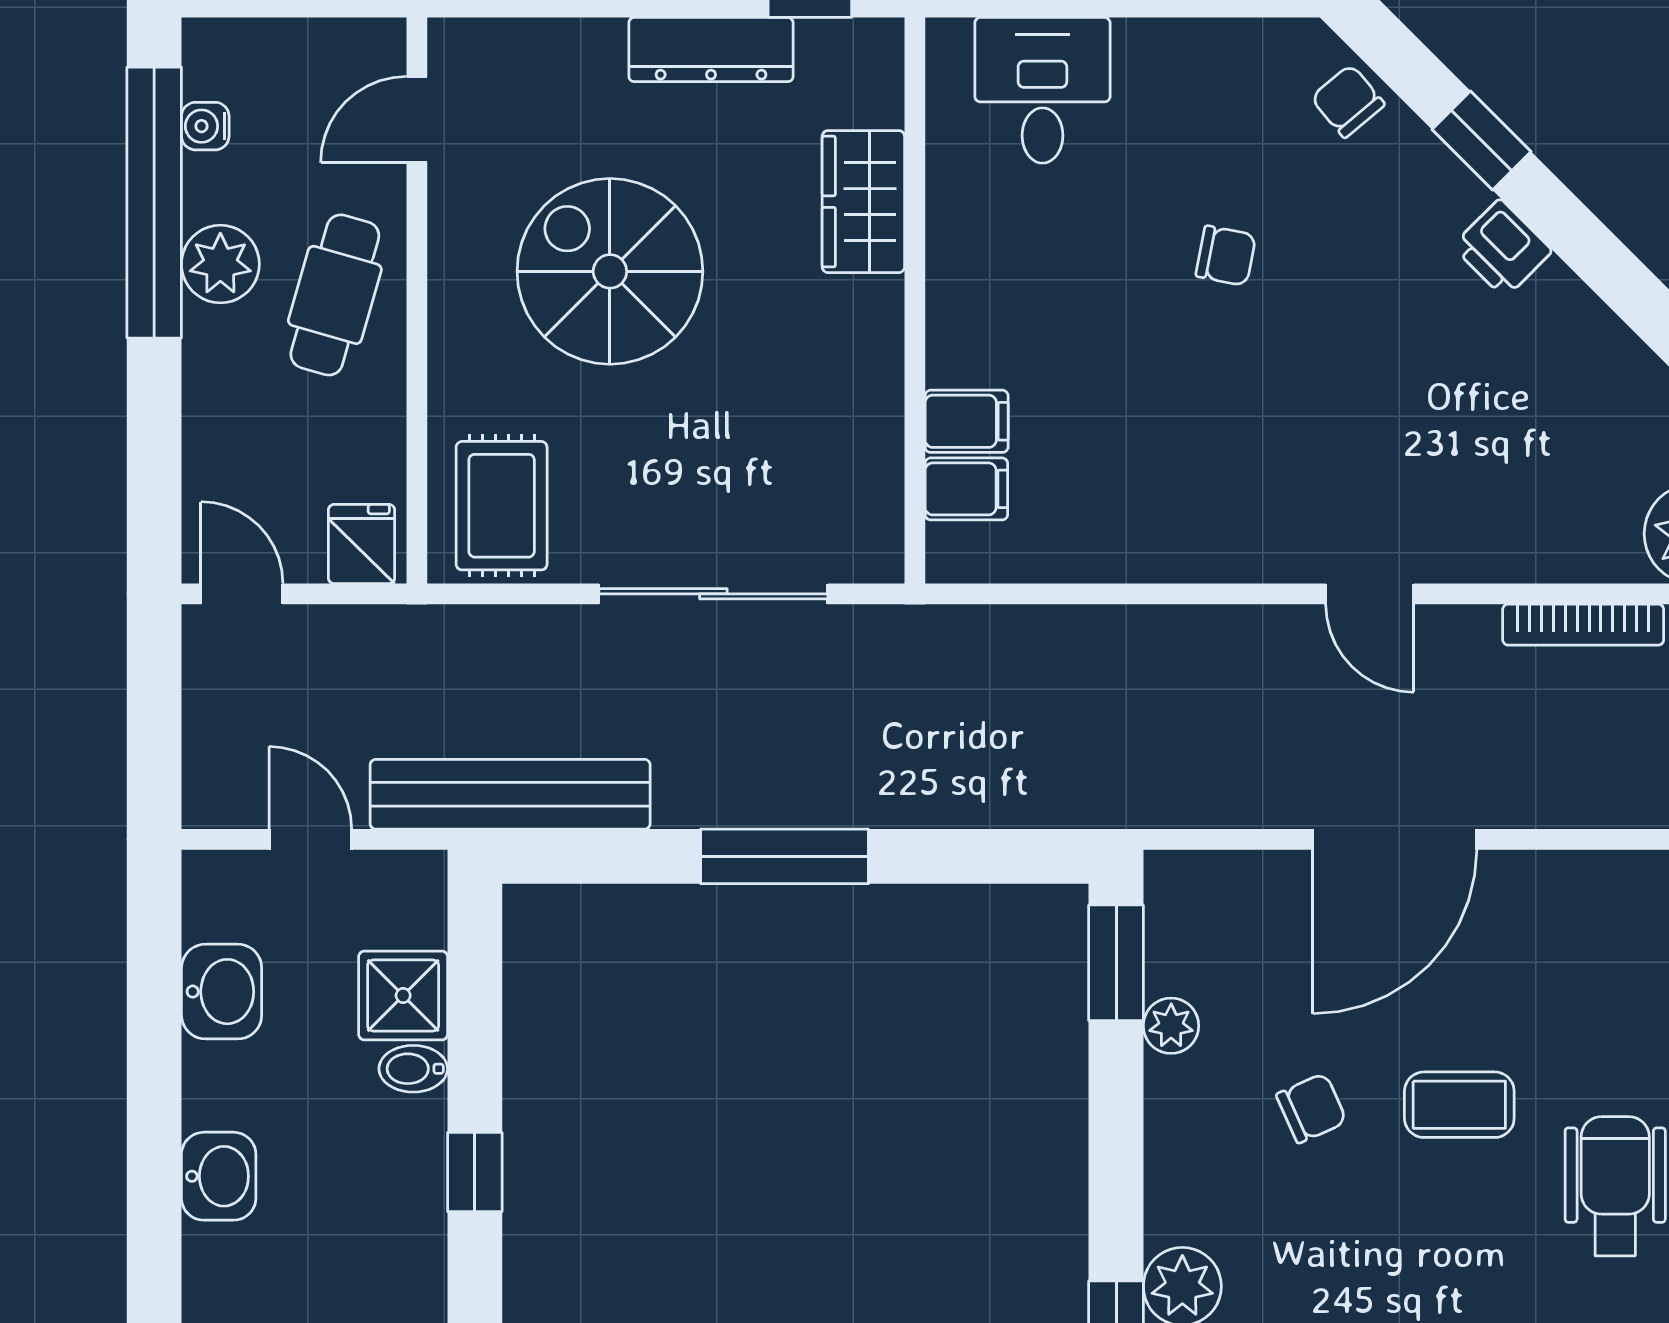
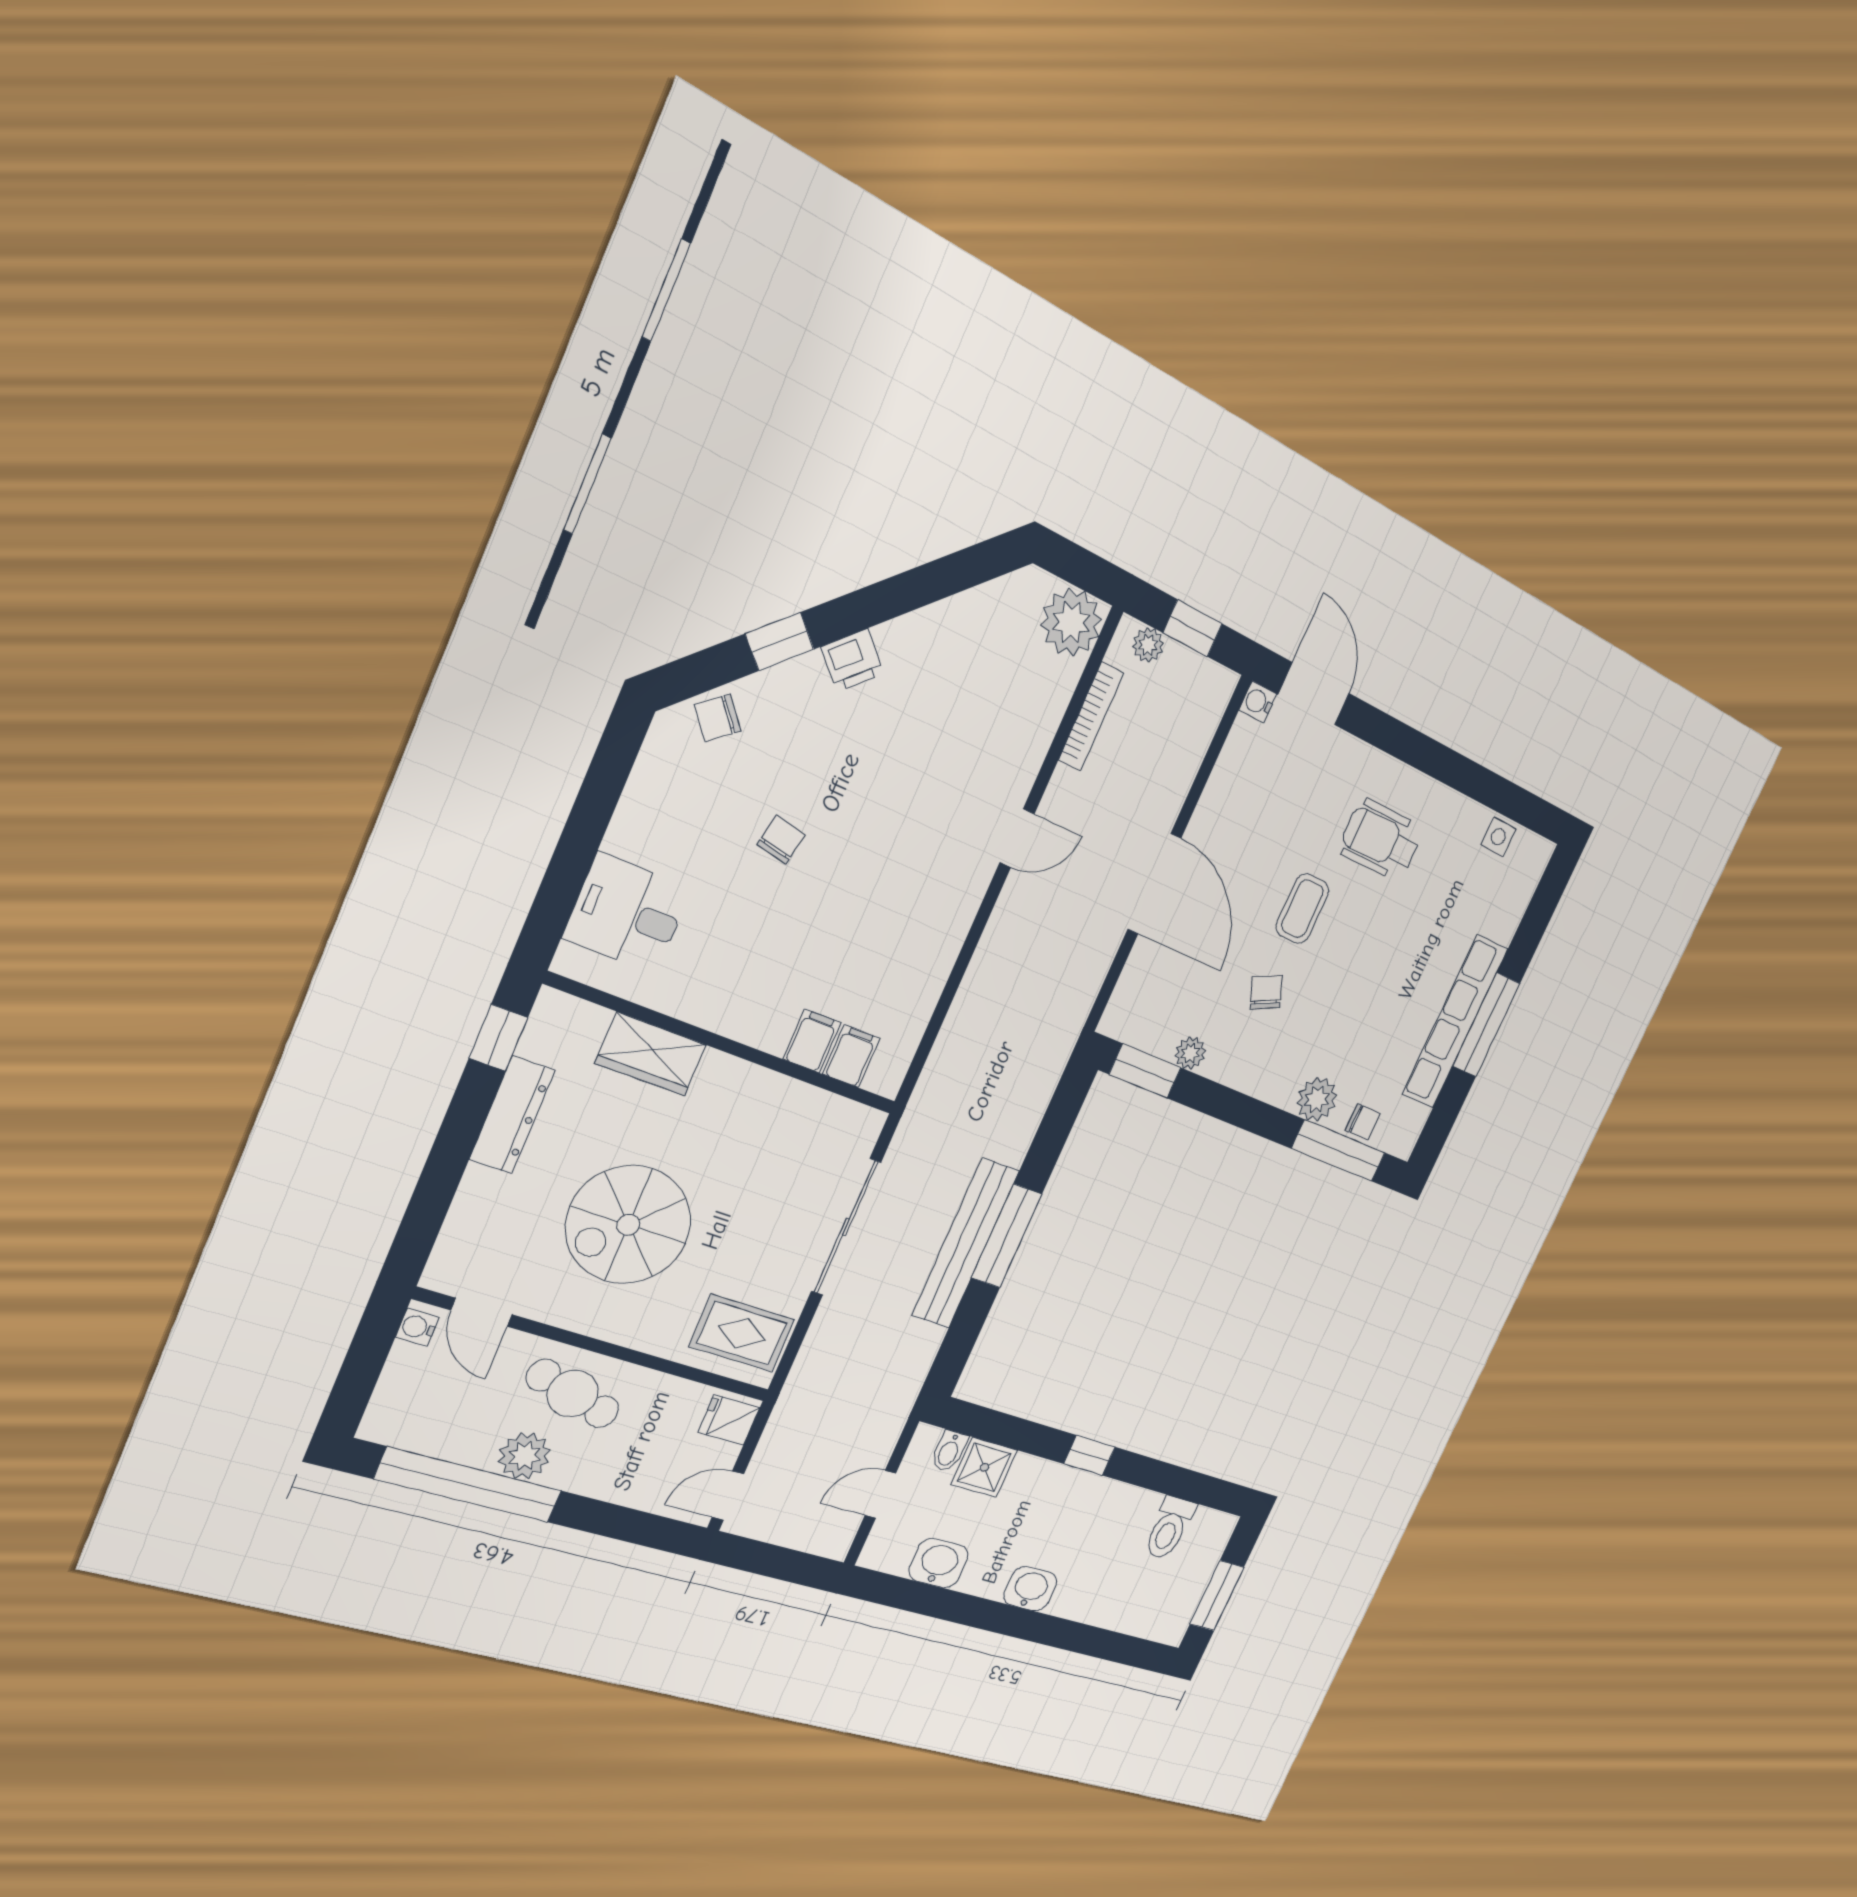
water cooler: (205, 126) -> (417, 1327), moved, turned 90
bench: (510, 794) -> (965, 1243), moved
bidet: (413, 1069) -> (949, 1451), moved

